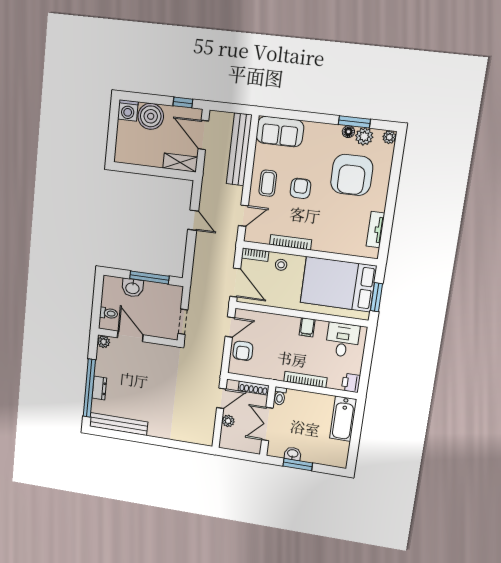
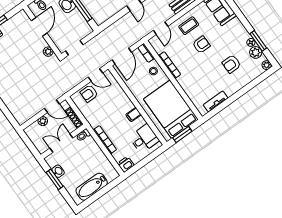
armchair: (352, 175) -> (231, 64), width x0.53, depth x0.53
door: (243, 216) -> (161, 28), hinge flipped
plant: (104, 342) -> (48, 52), moved
bathtub: (343, 419) -> (92, 187), moved

